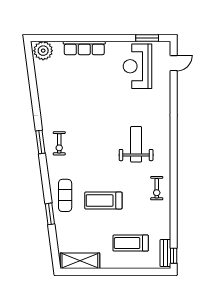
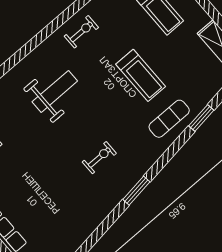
exercise bike: (59, 143) -> (99, 158), moved
weight bench: (136, 144) -> (55, 91), turned 180

